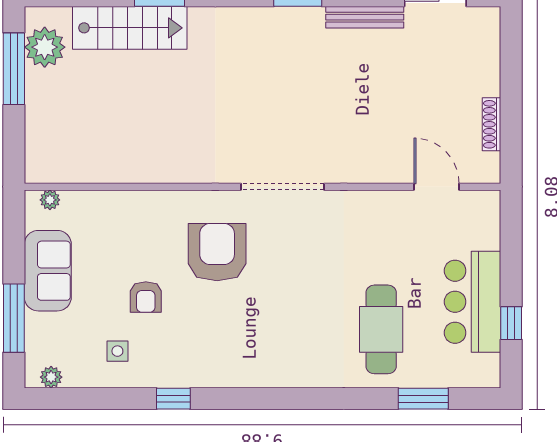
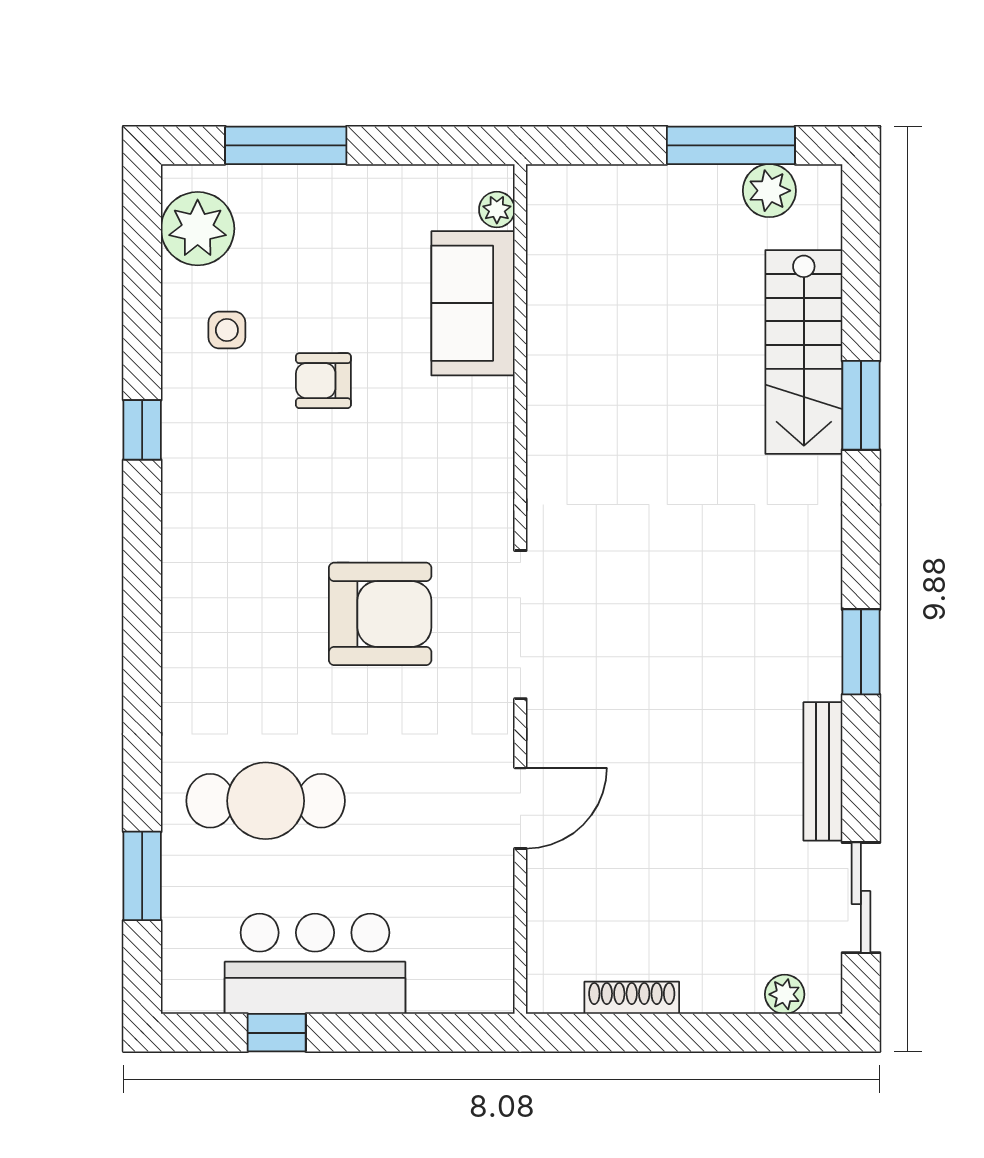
plant: (490, 39) -> (785, 994), added
plant: (45, 47) -> (769, 191), width x0.73, depth x0.73
door: (436, 187) -> (520, 808), moved
armchair: (217, 252) -> (380, 614), moved
sofa: (48, 271) -> (473, 303), moved, turned 90
plant: (51, 377) -> (198, 229), width x1.88, depth x1.88

